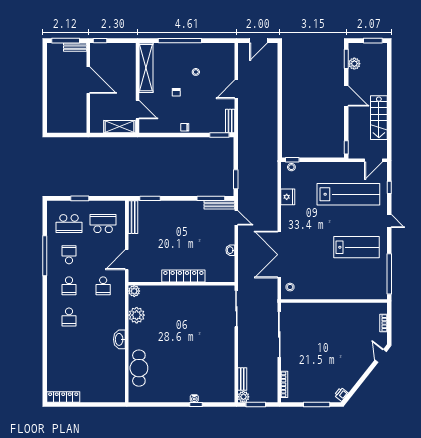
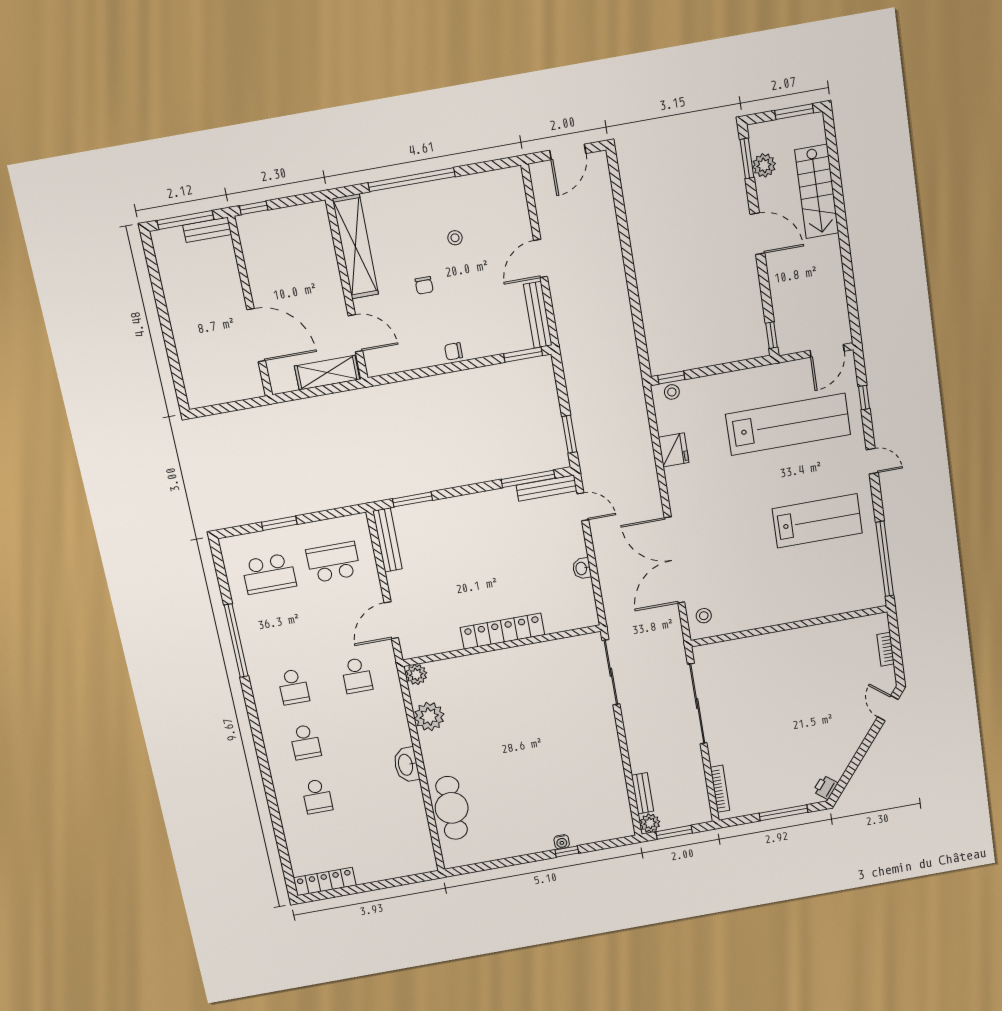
door: (88, 80) -> (256, 335), moved
stairs: (379, 118) -> (817, 191), moved
bench: (230, 121) -> (538, 315), width x1.36
school desk: (69, 255) -> (317, 796), moved, turned 180

